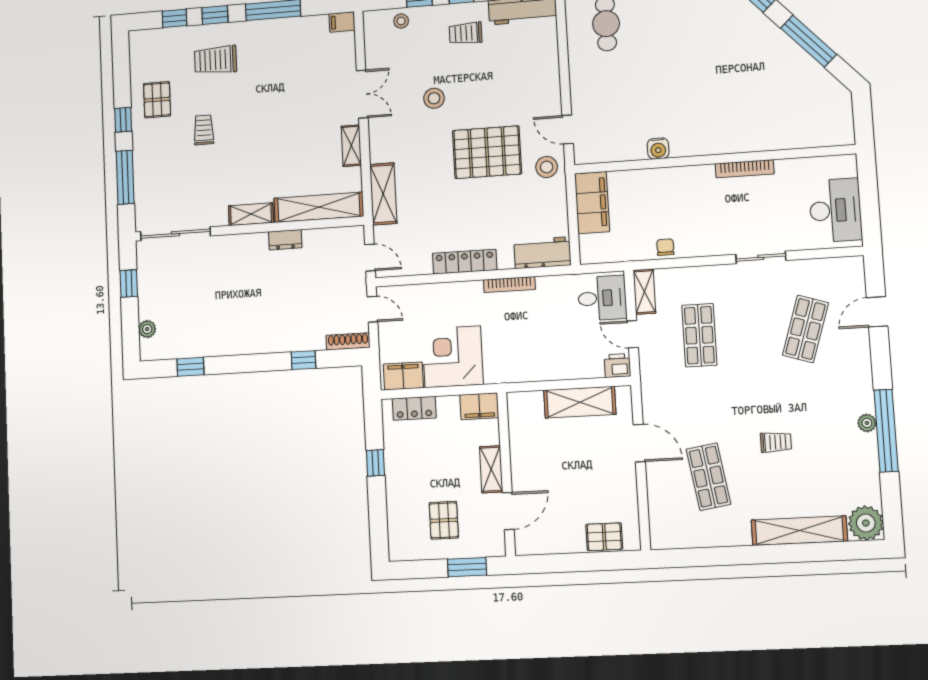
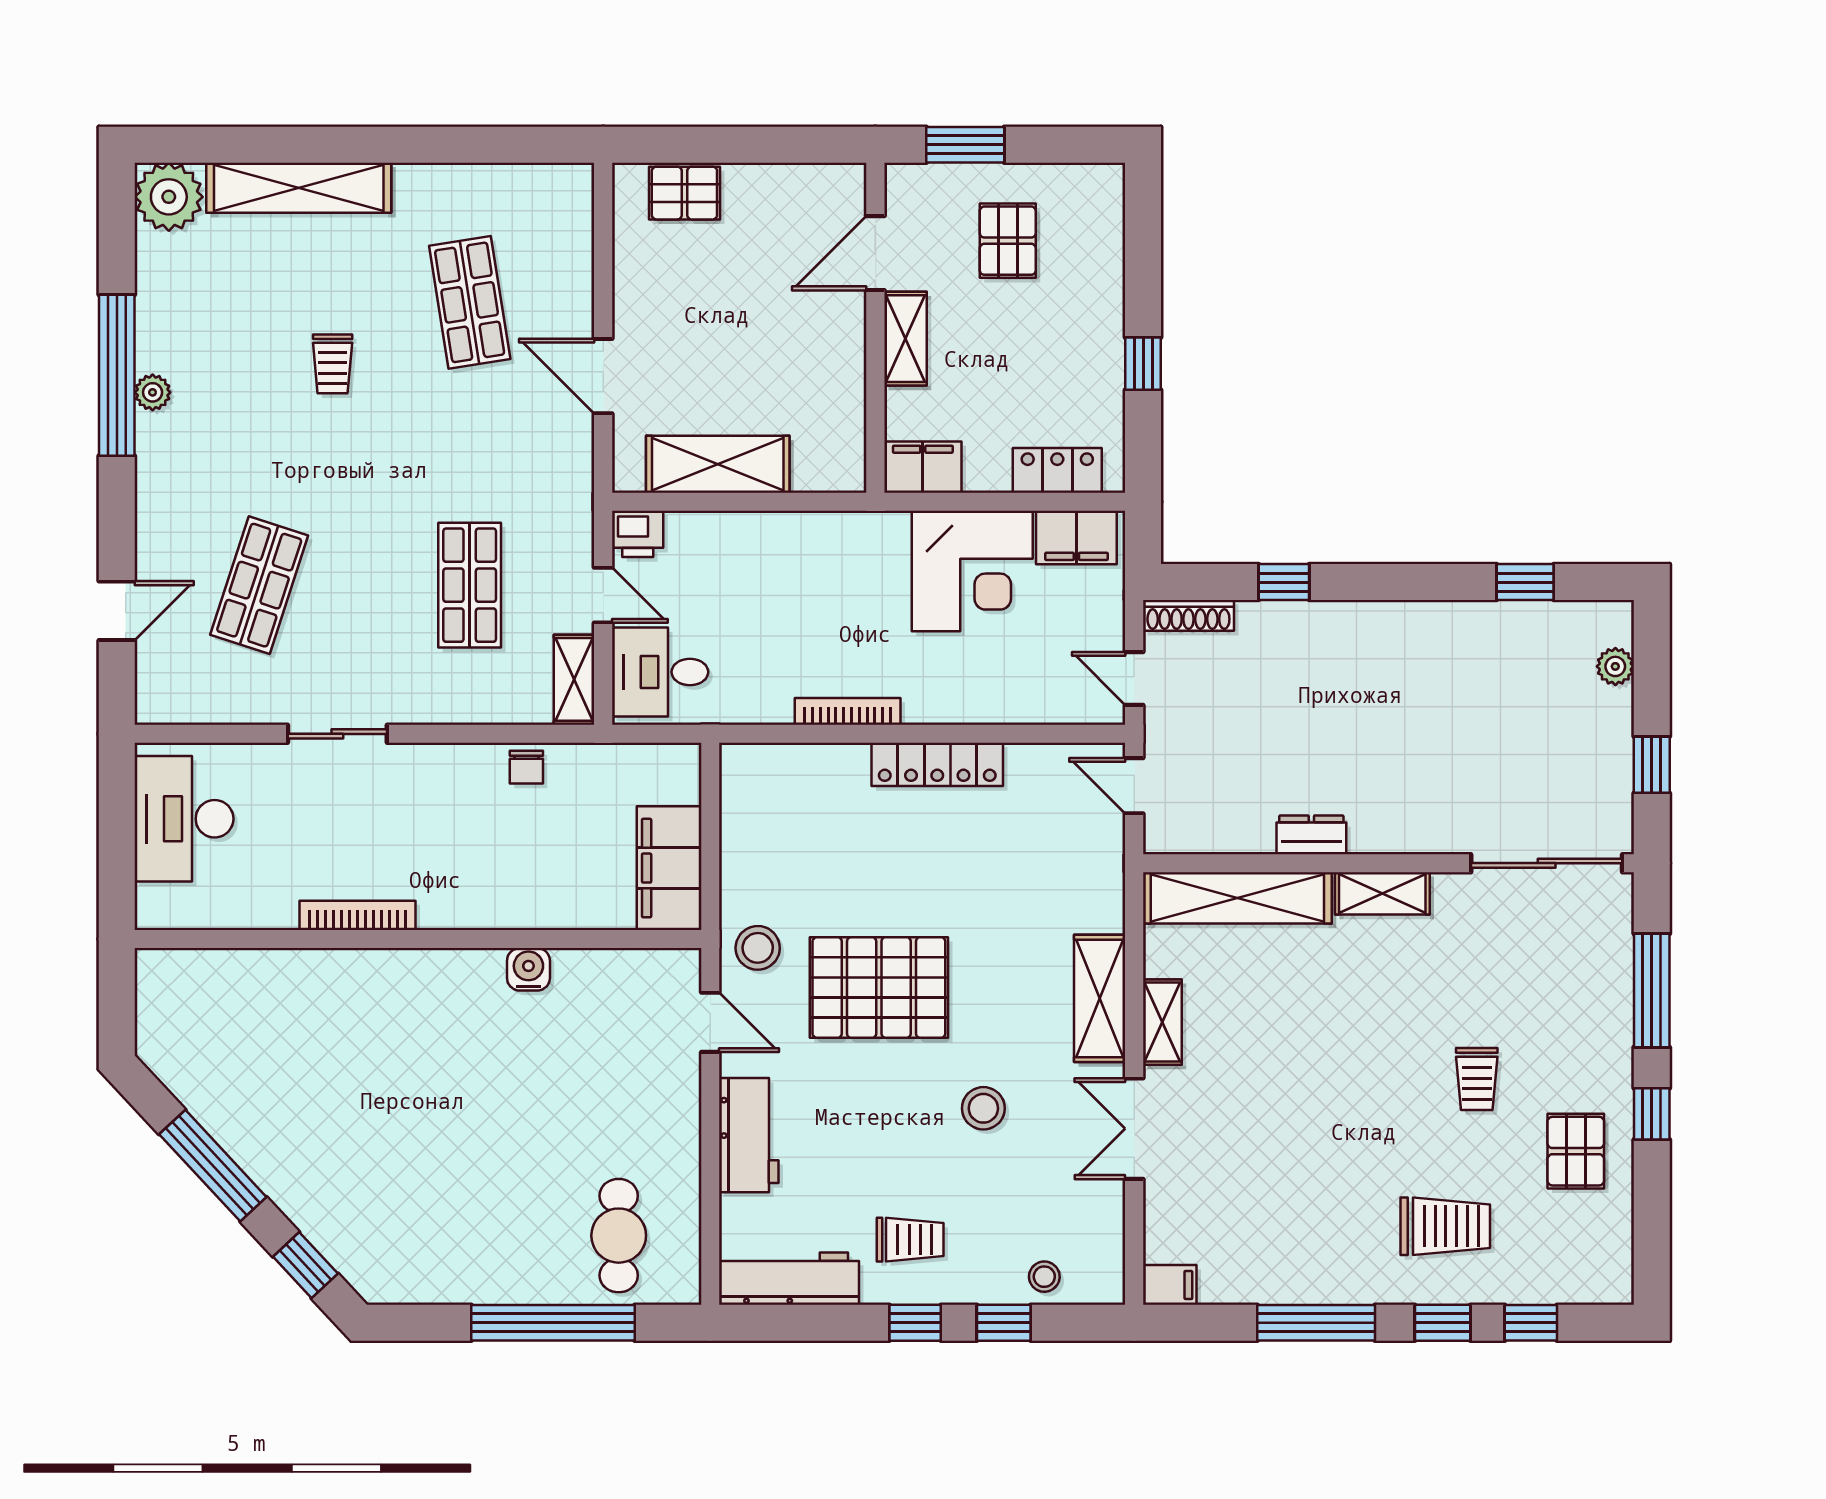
shelving: (383, 194) -> (1100, 998), moved
workbench: (542, 253) -> (749, 1135), moved, turned -90
trolley: (776, 442) -> (333, 364), turned -90

